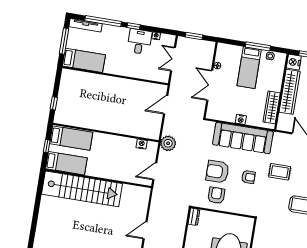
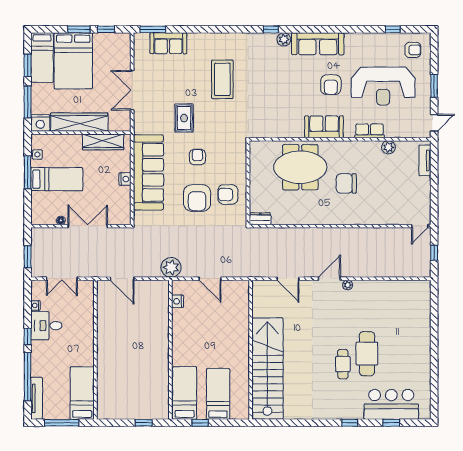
double door: (210, 85) -> (88, 226), swing flipped
wall: (98, 178) -> (251, 350), moved
stairs: (82, 189) -> (267, 368), moved

